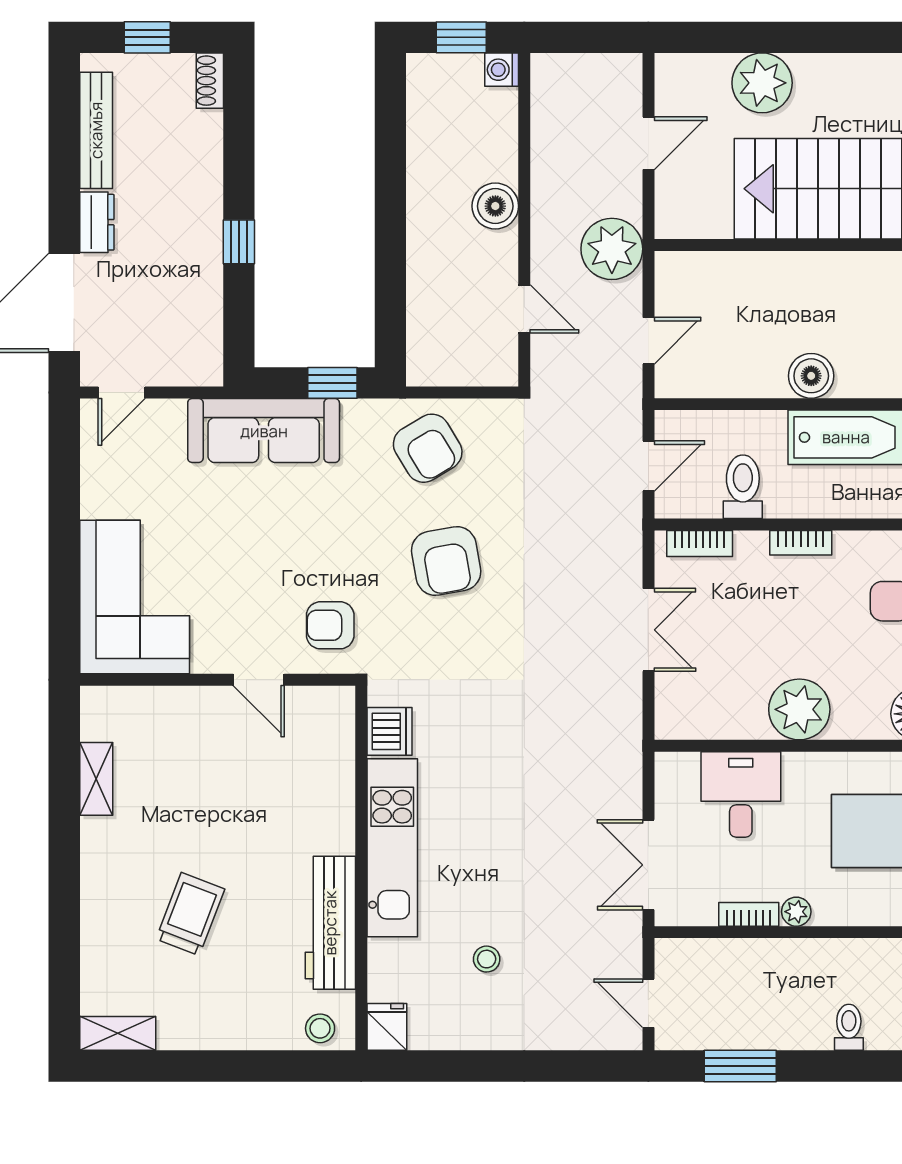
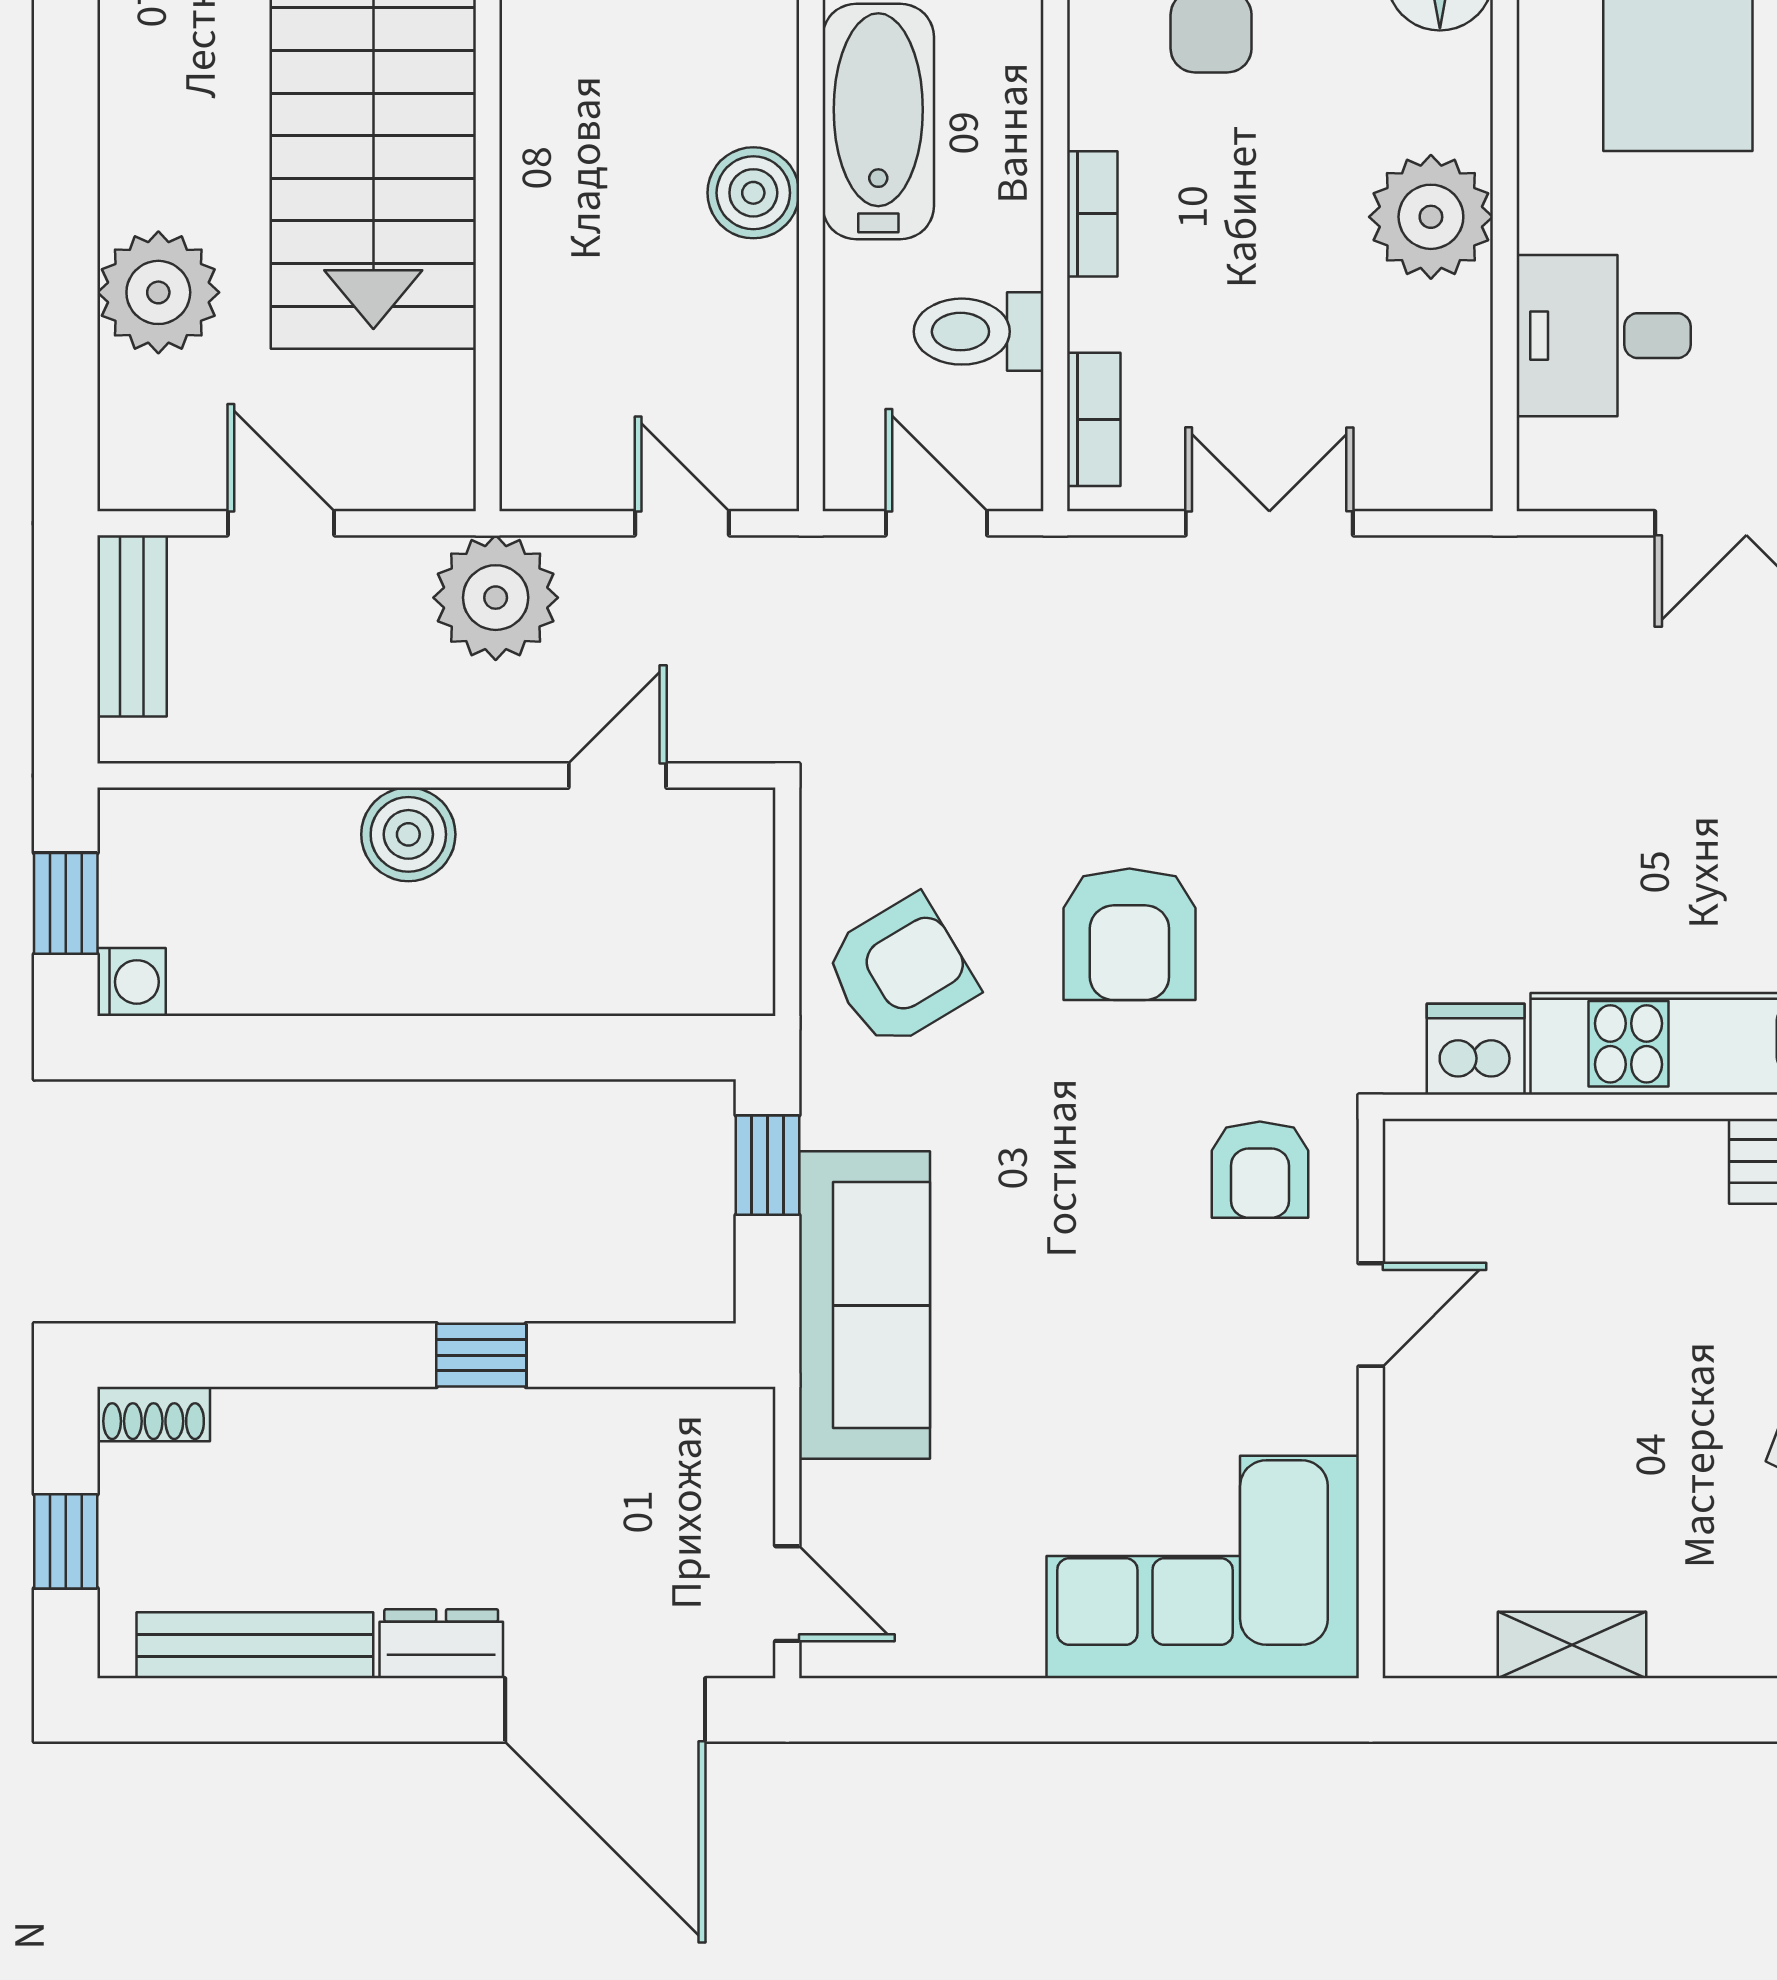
washing machine: (502, 70) -> (131, 982), moved, turned -90
bench: (598, 70) -> (132, 626), added
armchair: (446, 561) -> (1129, 934), turned 100

